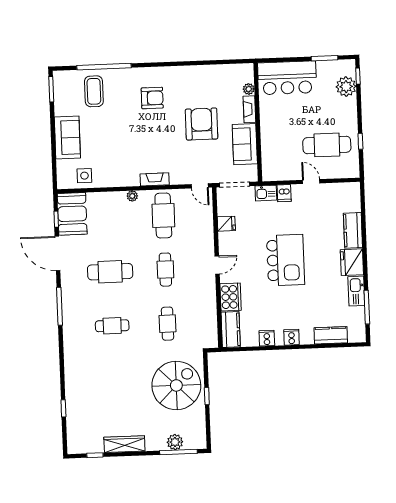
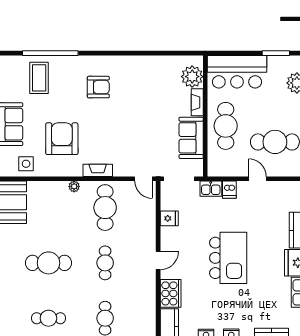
plant: (249, 89) -> (192, 77), width x1.87, depth x1.87
armchair: (202, 124) -> (62, 139), moved
cafe table: (278, 131) -> (226, 126), added

